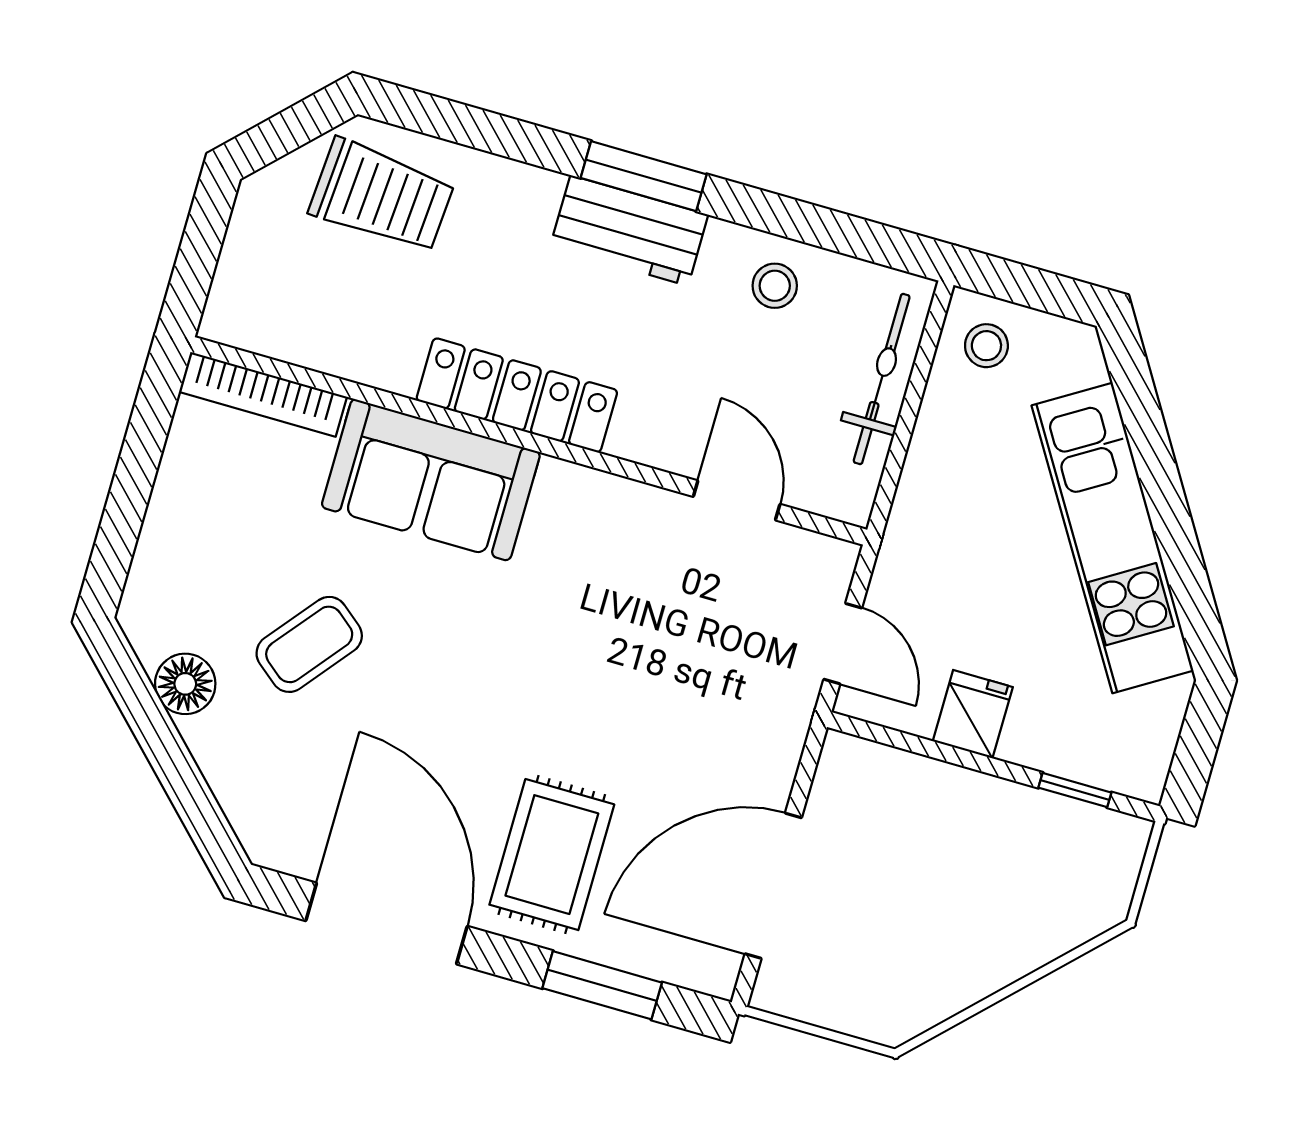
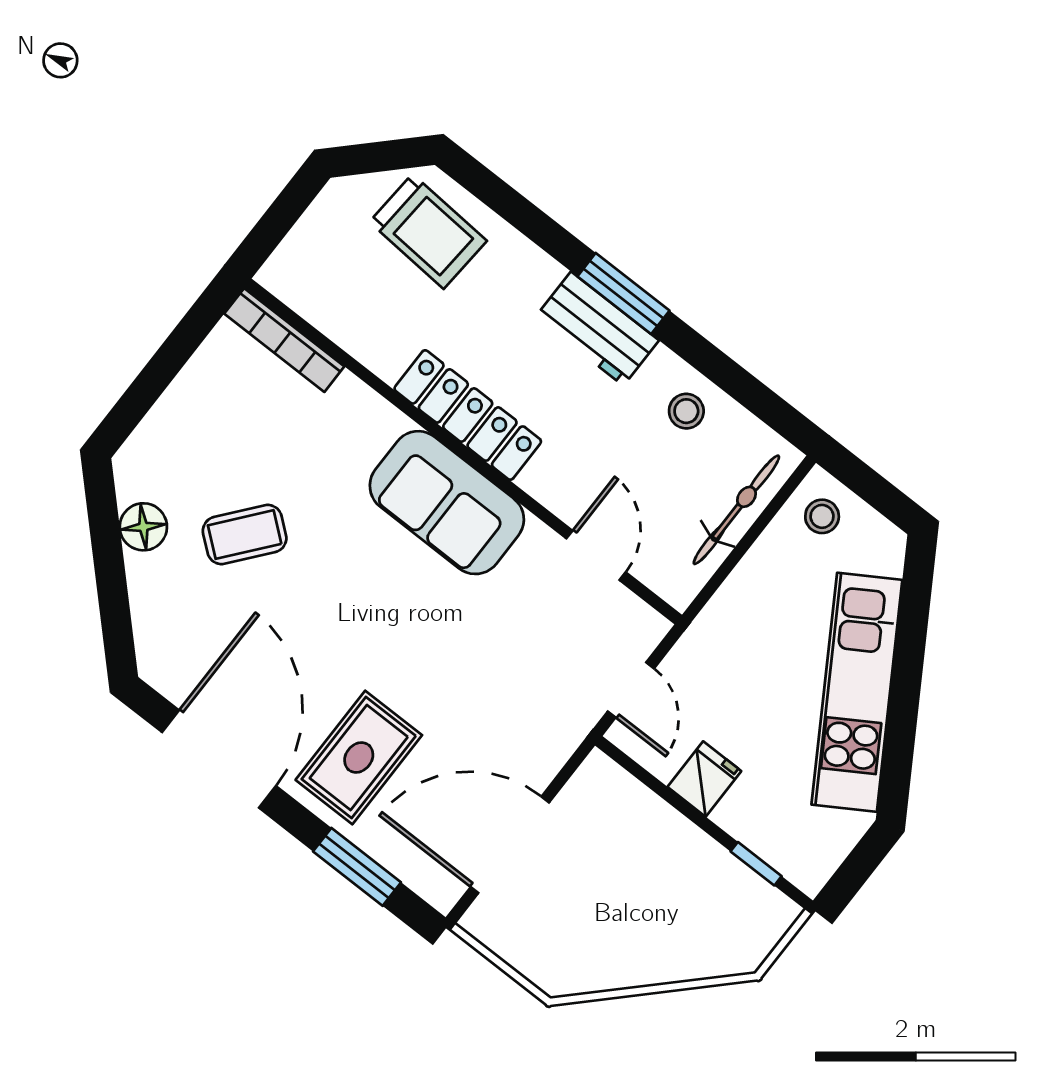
sofa: (431, 480) -> (447, 503), moved

